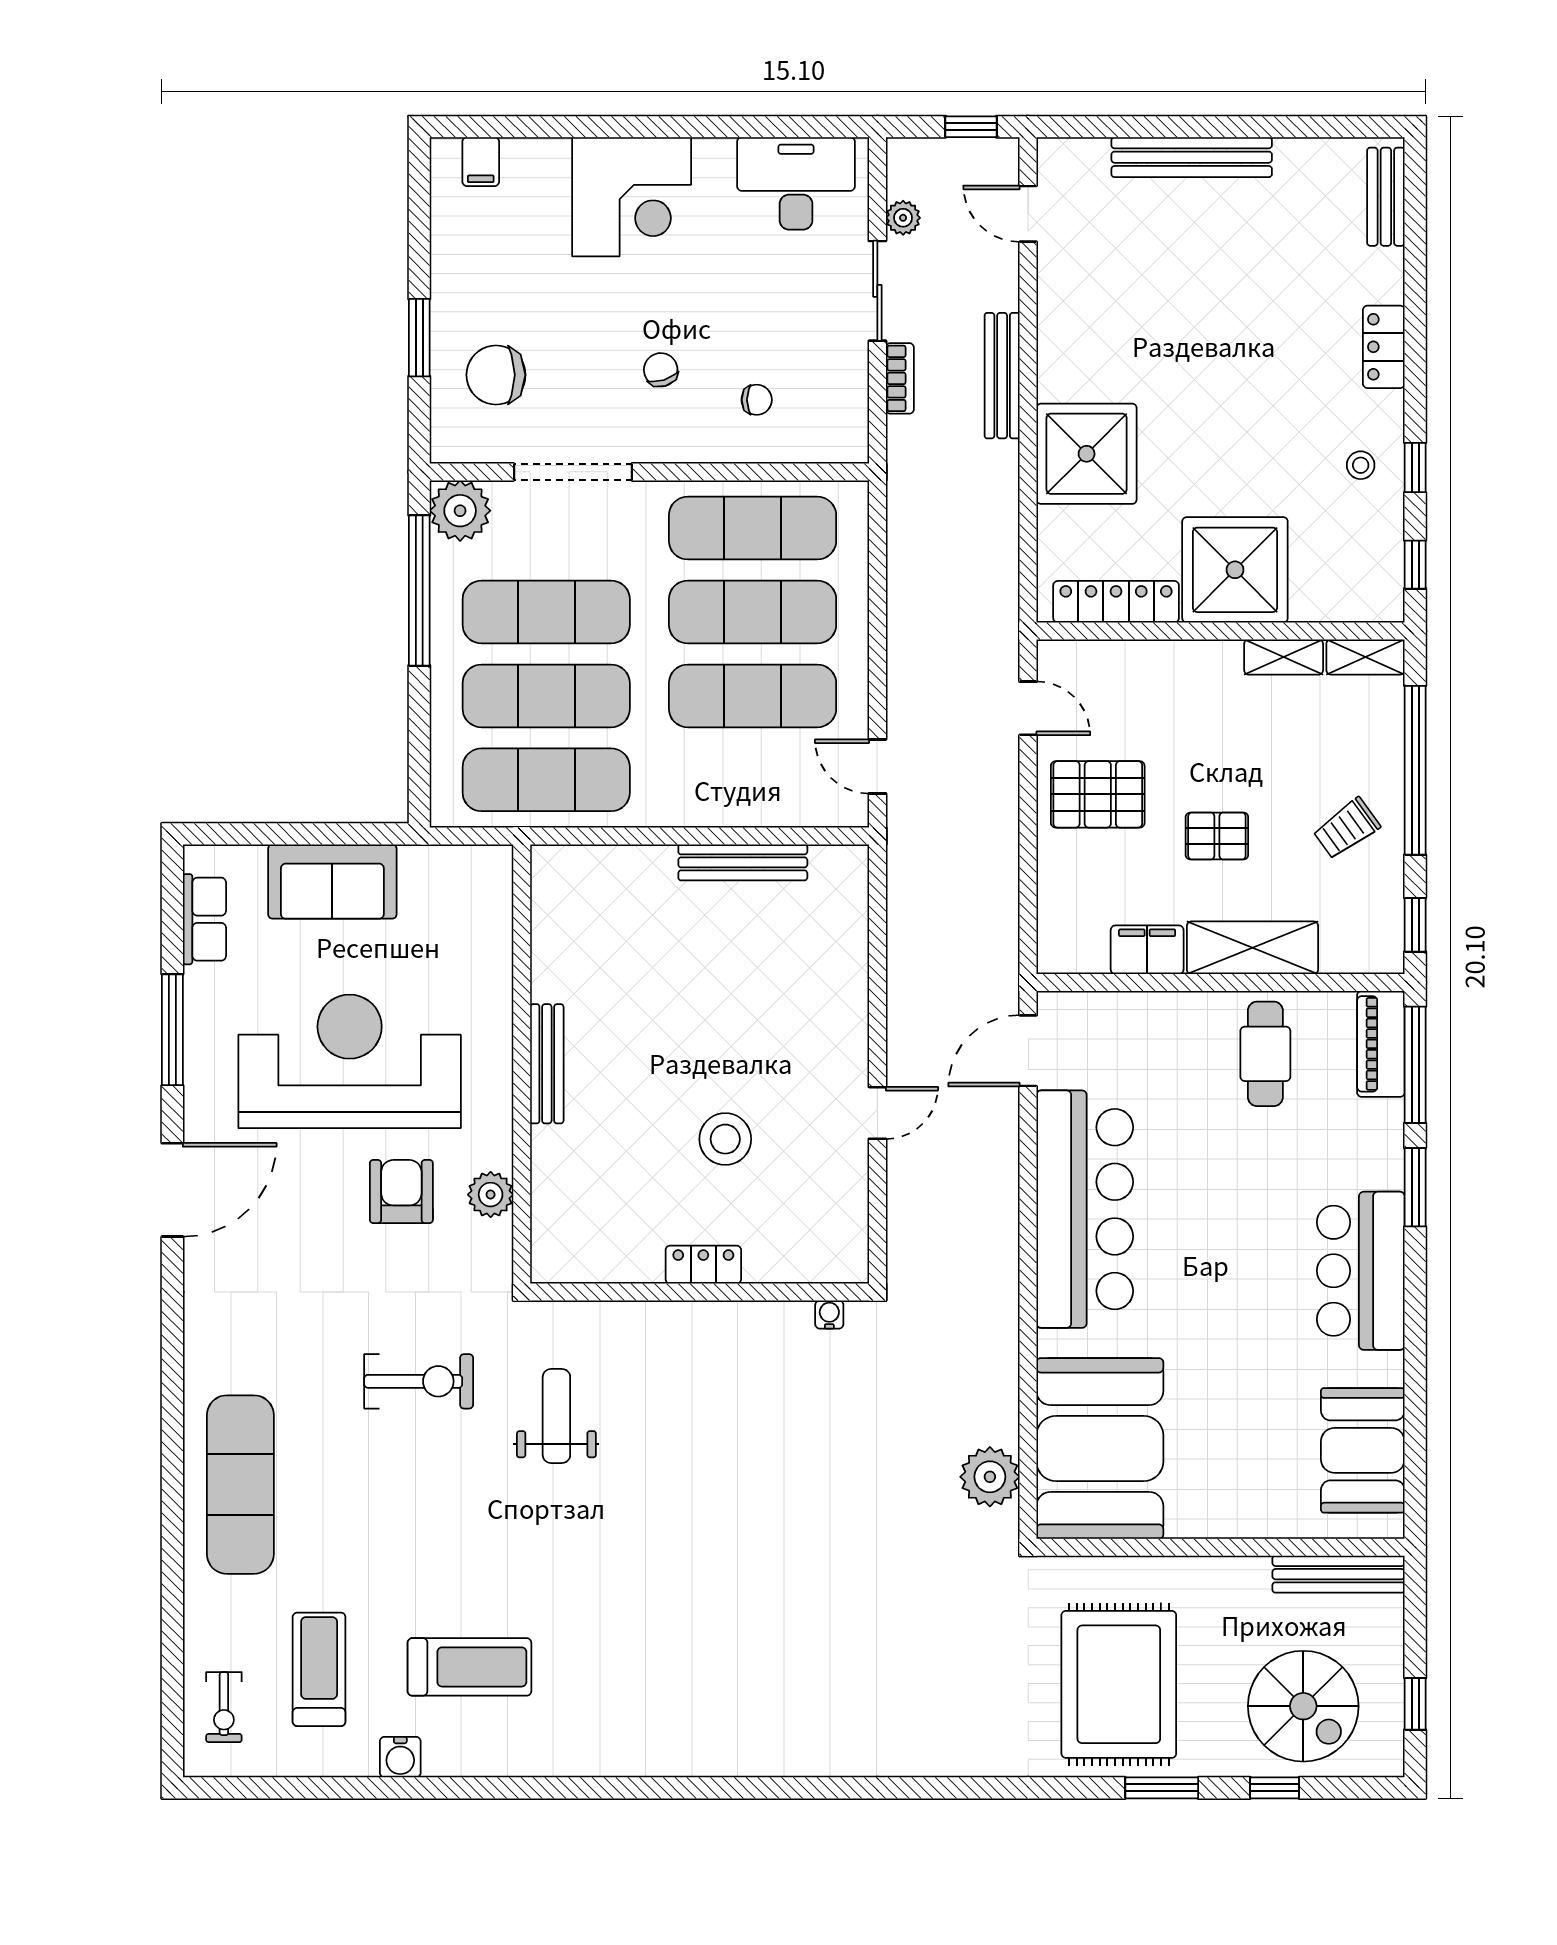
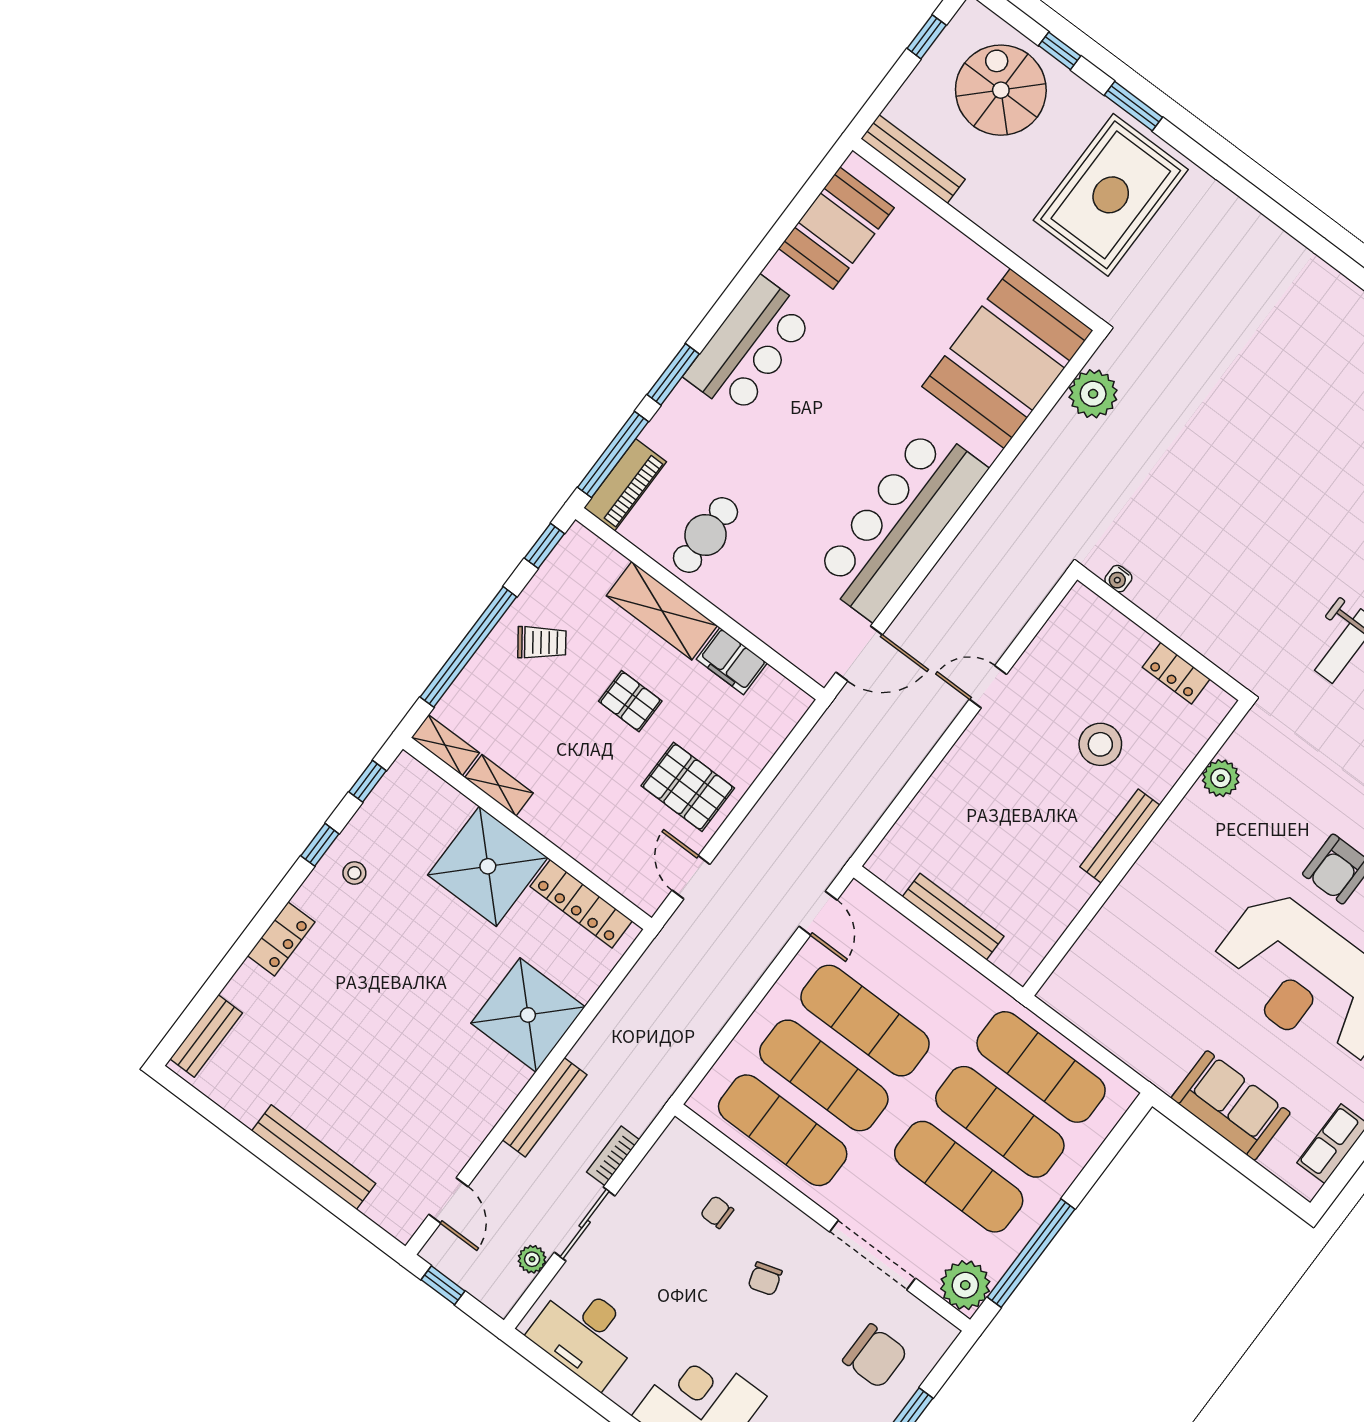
wall: (522, 1064) -> (1136, 848), moved
bench: (547, 1064) -> (1120, 836), moved
plant: (491, 1195) -> (1221, 778), moved

